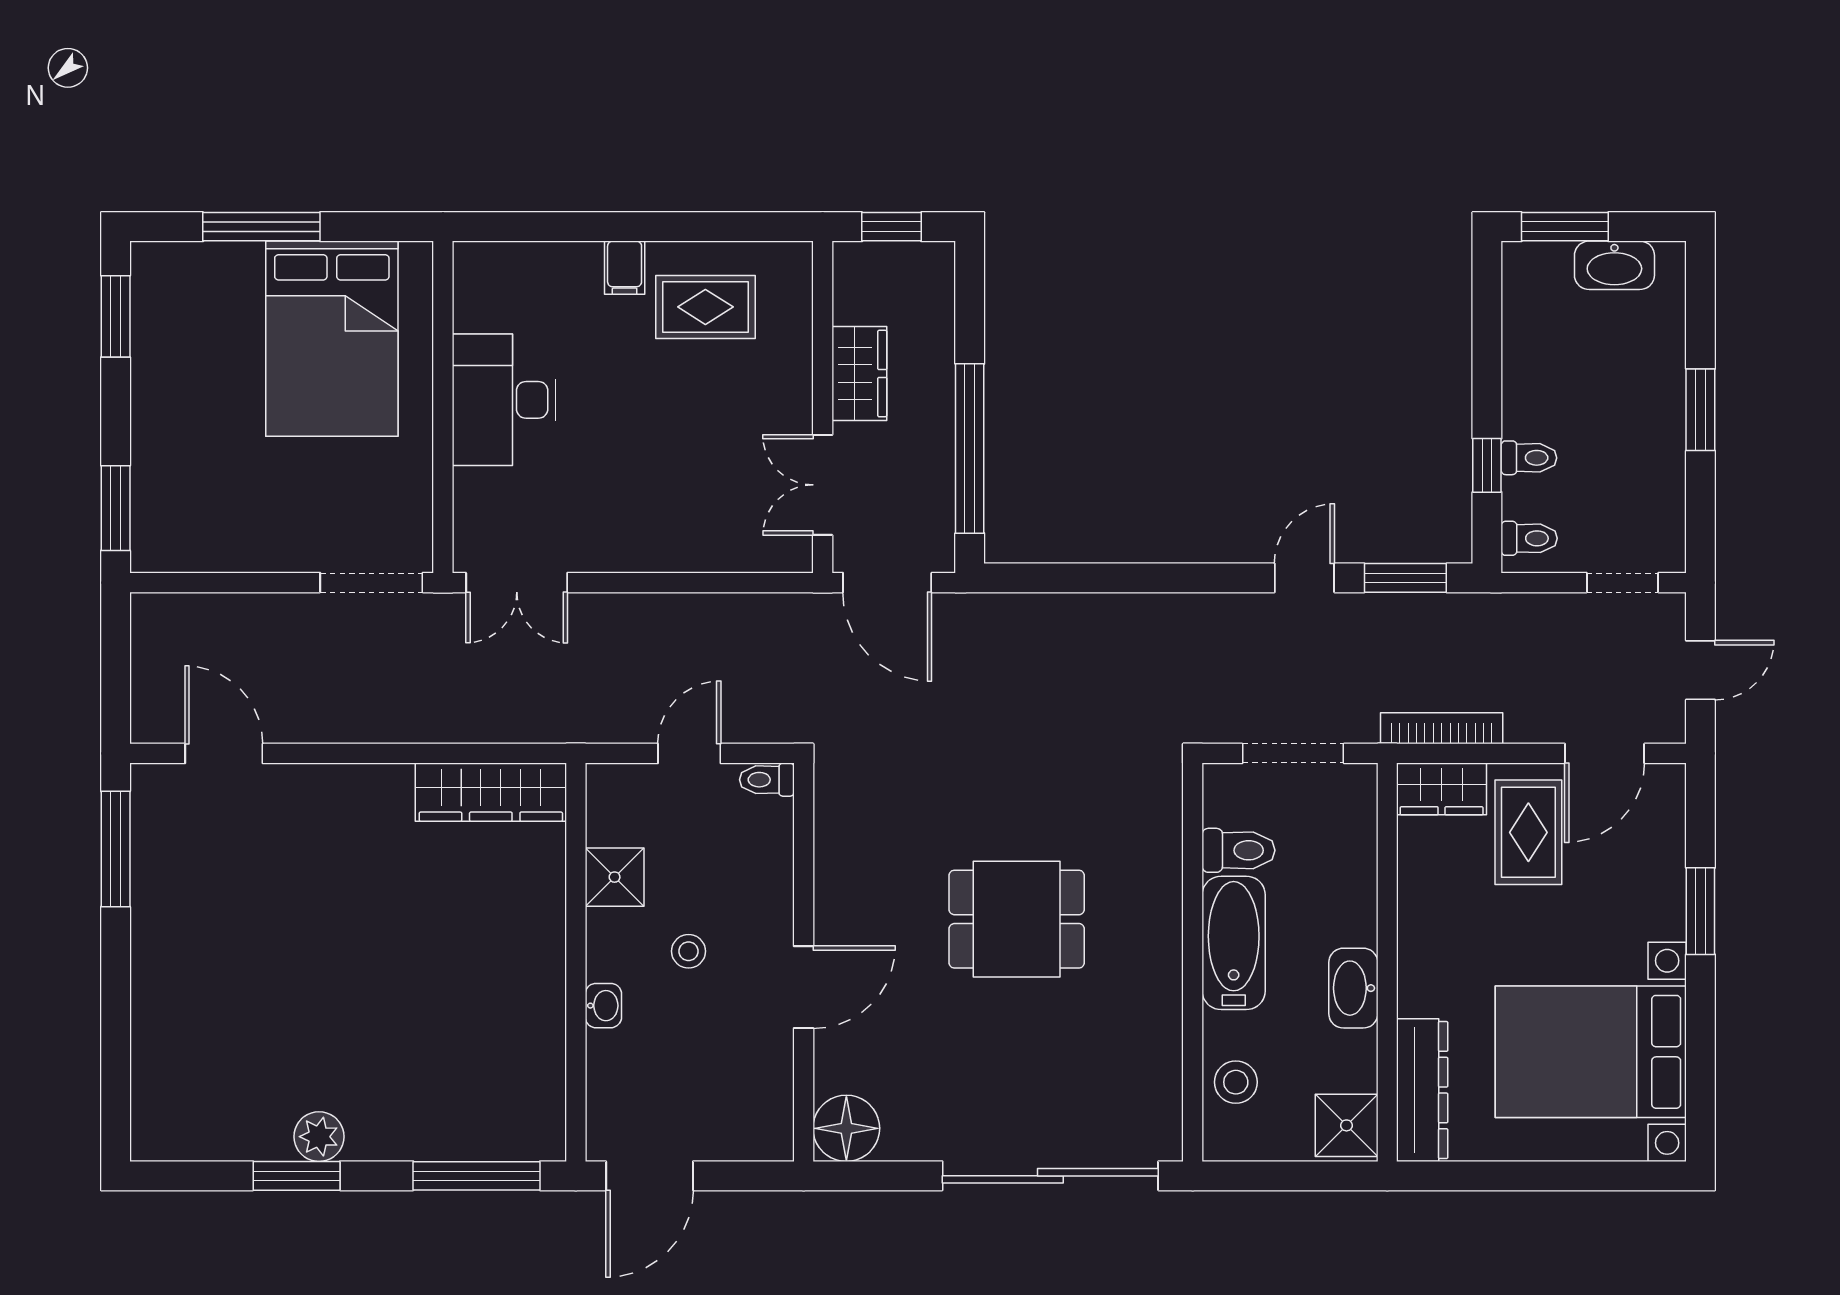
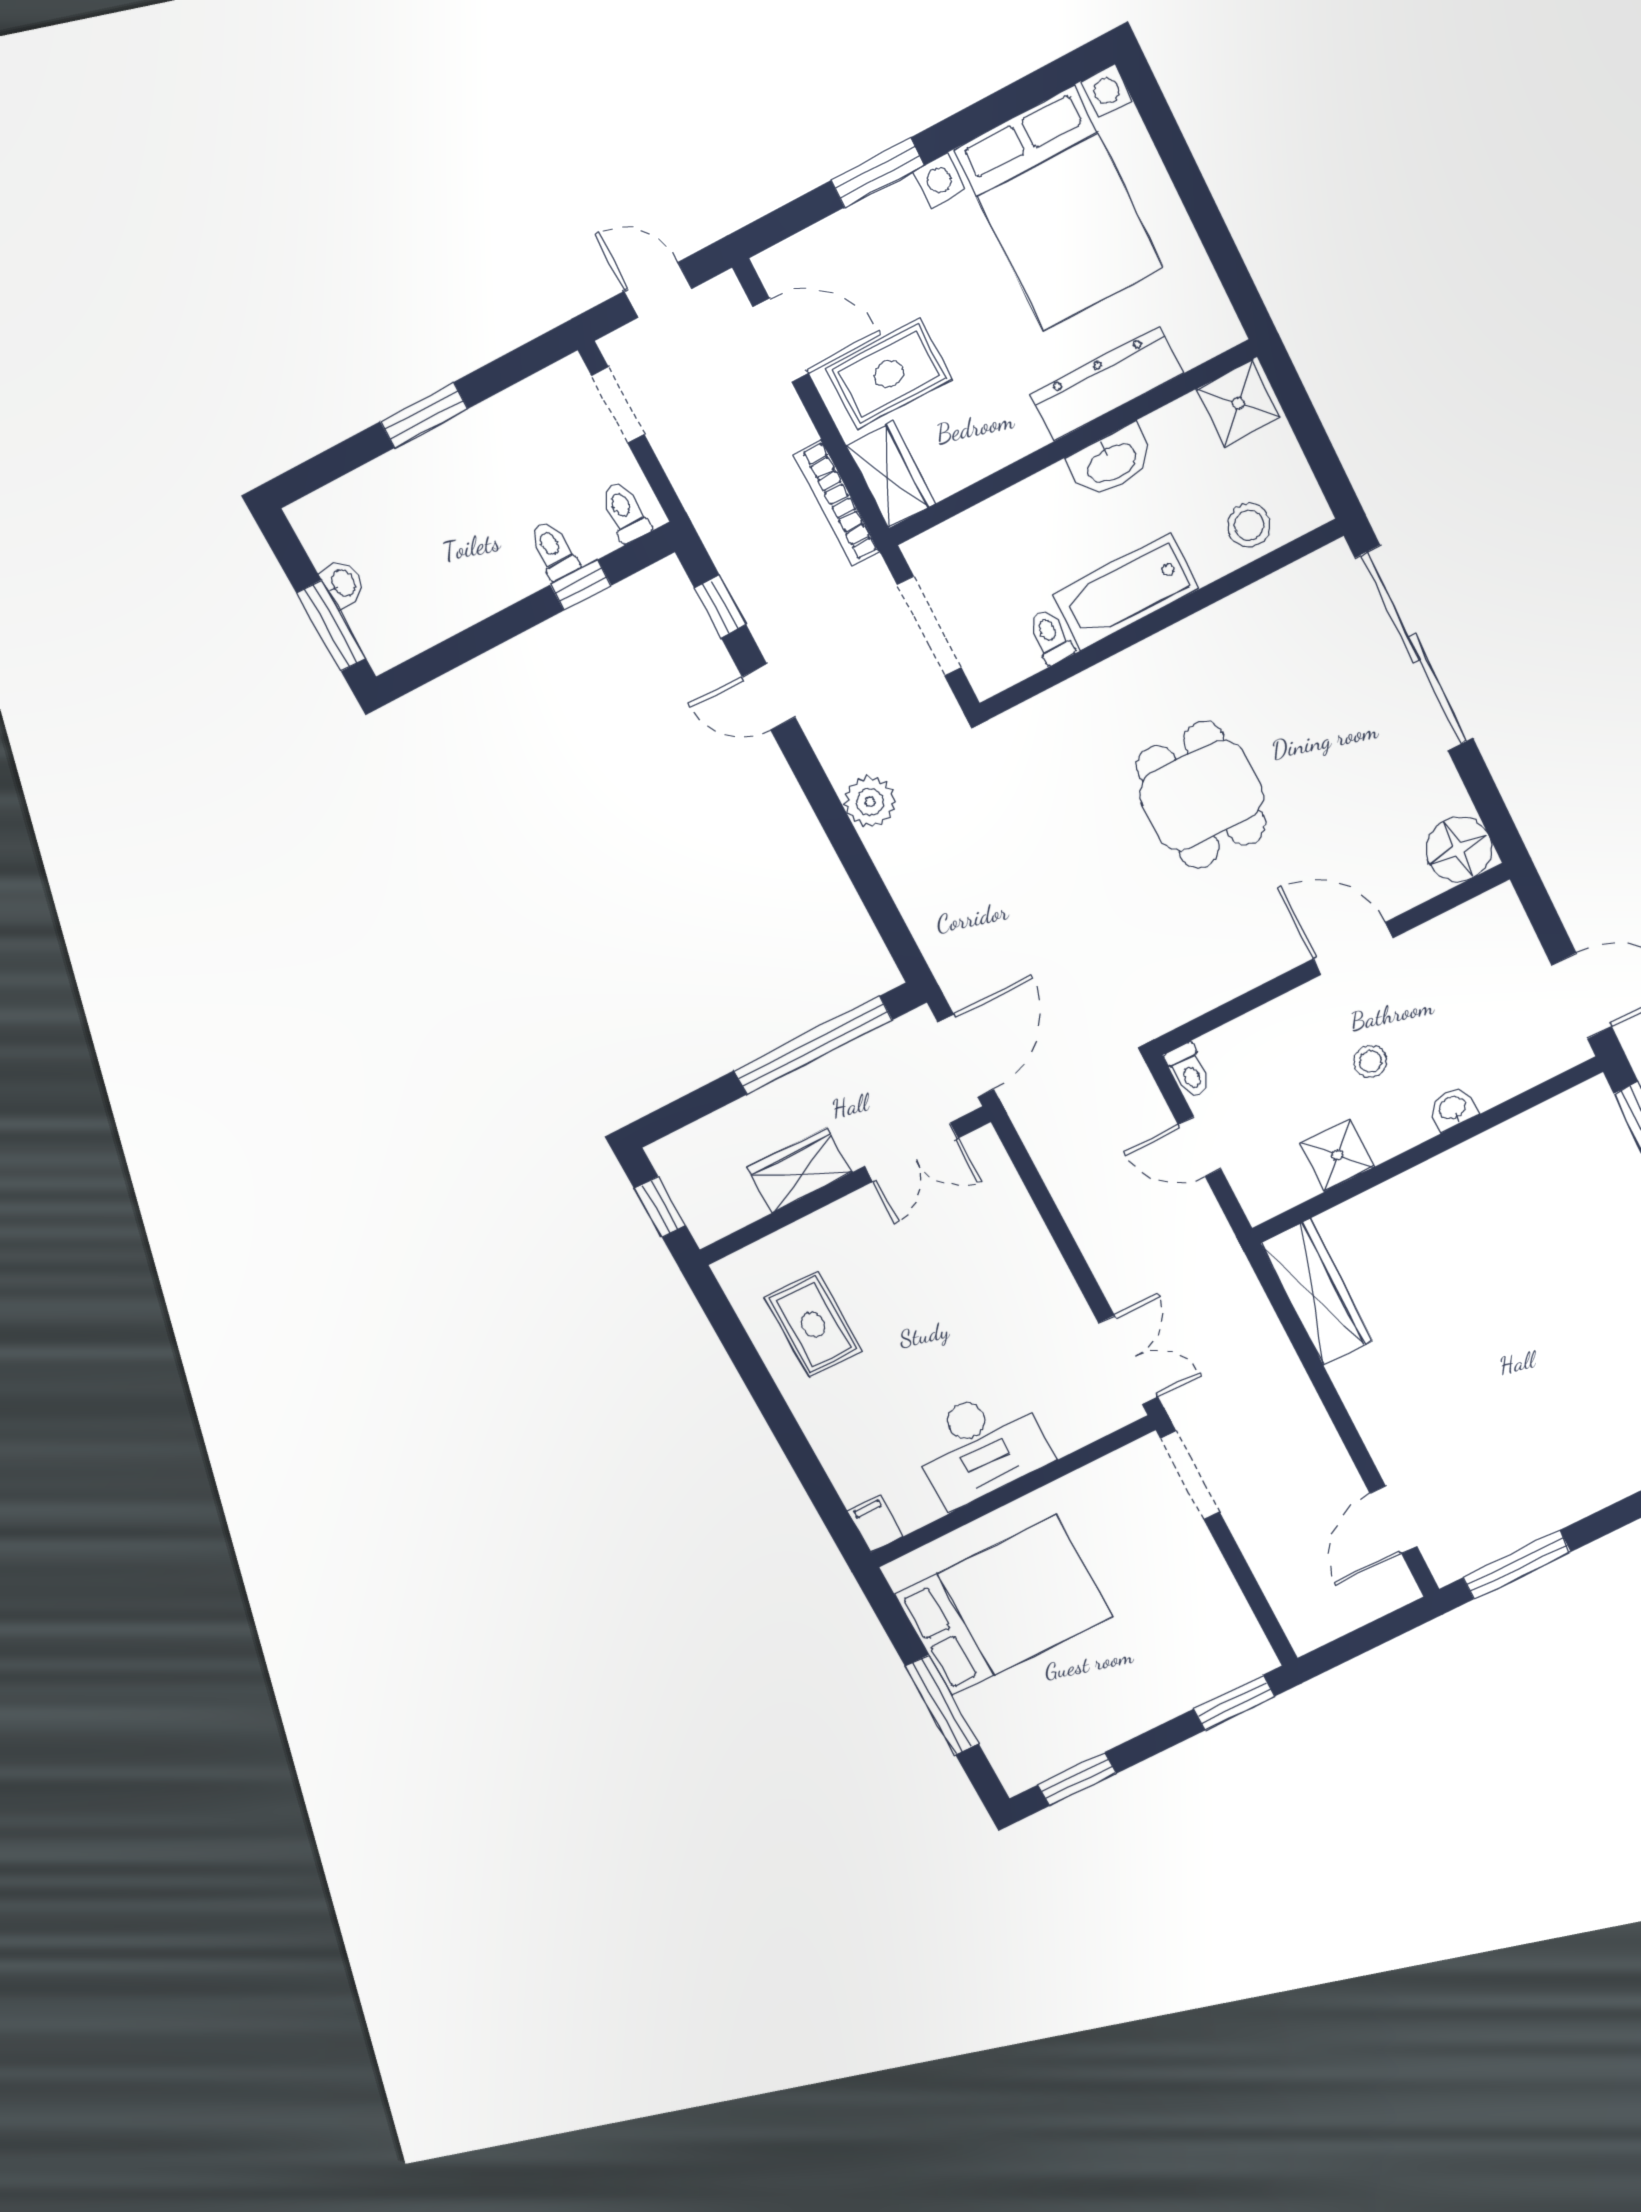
washbasin: (1614, 265) -> (343, 584), width x0.52, depth x0.69
filing cabinet: (625, 268) -> (876, 1523), moved, turned -90
window: (1405, 578) -> (720, 606), width x0.67
plant: (1165, 618) -> (870, 802), added
toilet: (1238, 850) -> (1050, 637), width x0.73, depth x0.72
dresser: (1422, 1090) -> (1107, 384), moved

